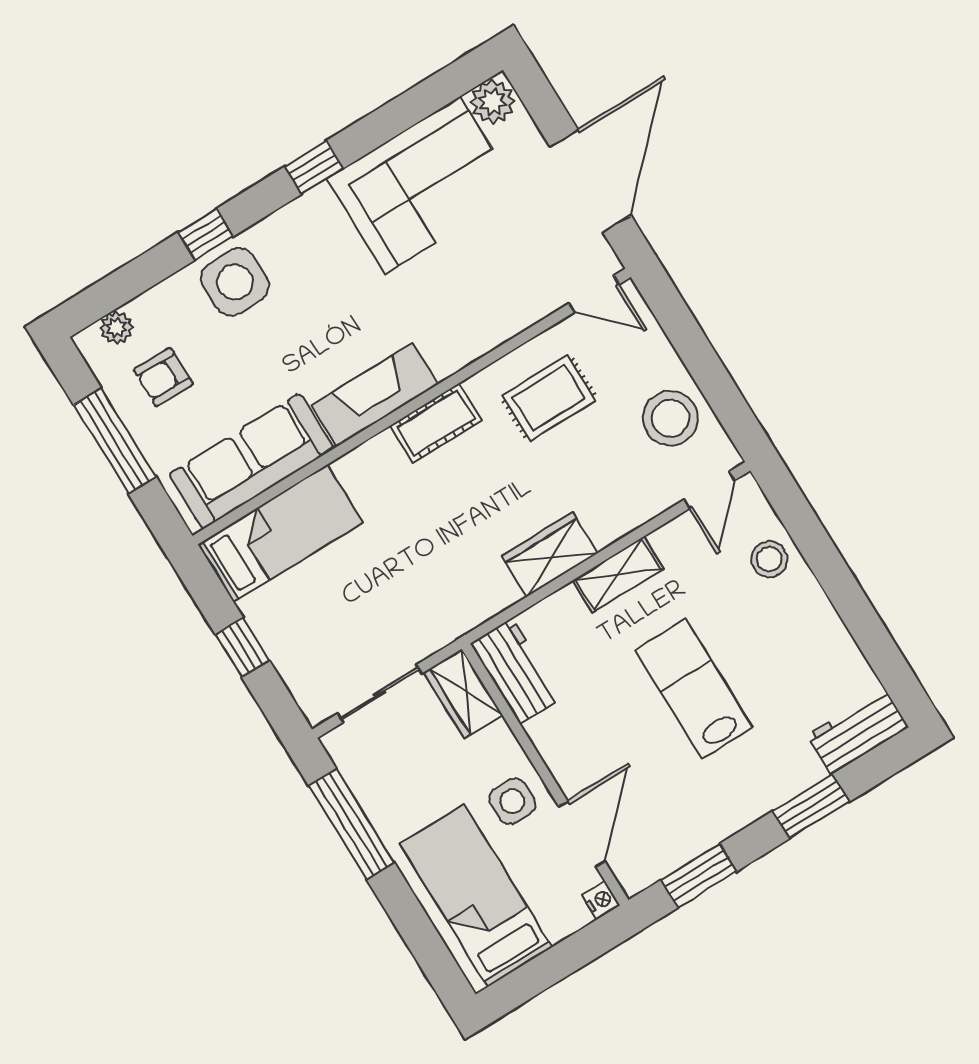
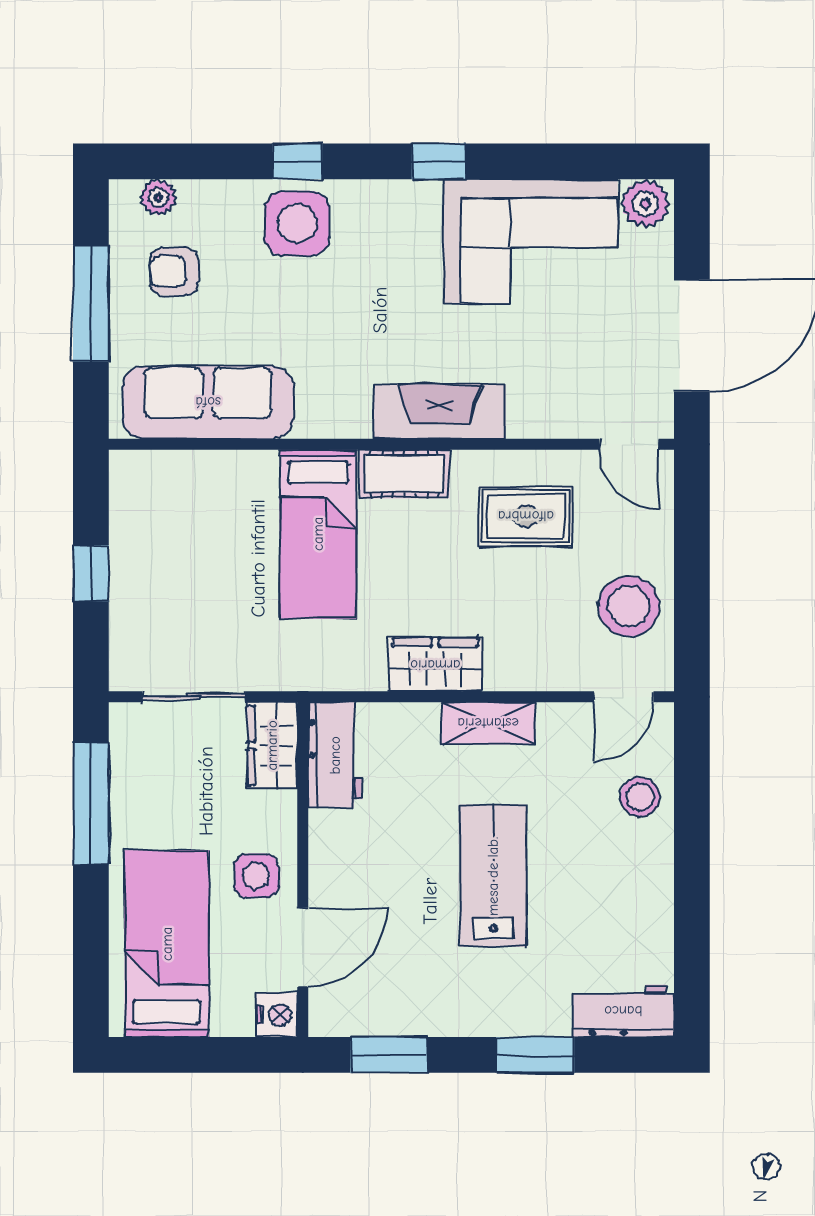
fireplace: (375, 395) -> (440, 412), moved
bed: (280, 533) -> (318, 534), moved, turned 90
nightstand: (601, 900) -> (277, 1015), width x1.39, depth x1.35

